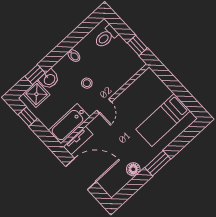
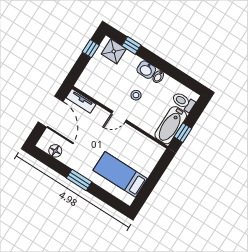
washbasin: (49, 79) -> (146, 70), moved
bathtub: (69, 124) -> (171, 125), moved, turned -90
floor lamp: (133, 169) -> (55, 151), moved

